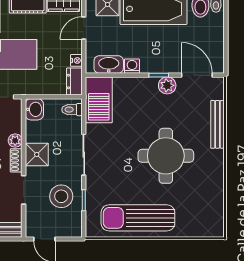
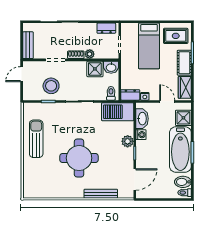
plant: (167, 85) -> (128, 141), moved
shower: (37, 155) -> (95, 69), moved
sun lounger: (138, 218) -> (36, 139), width x0.73, depth x0.75

